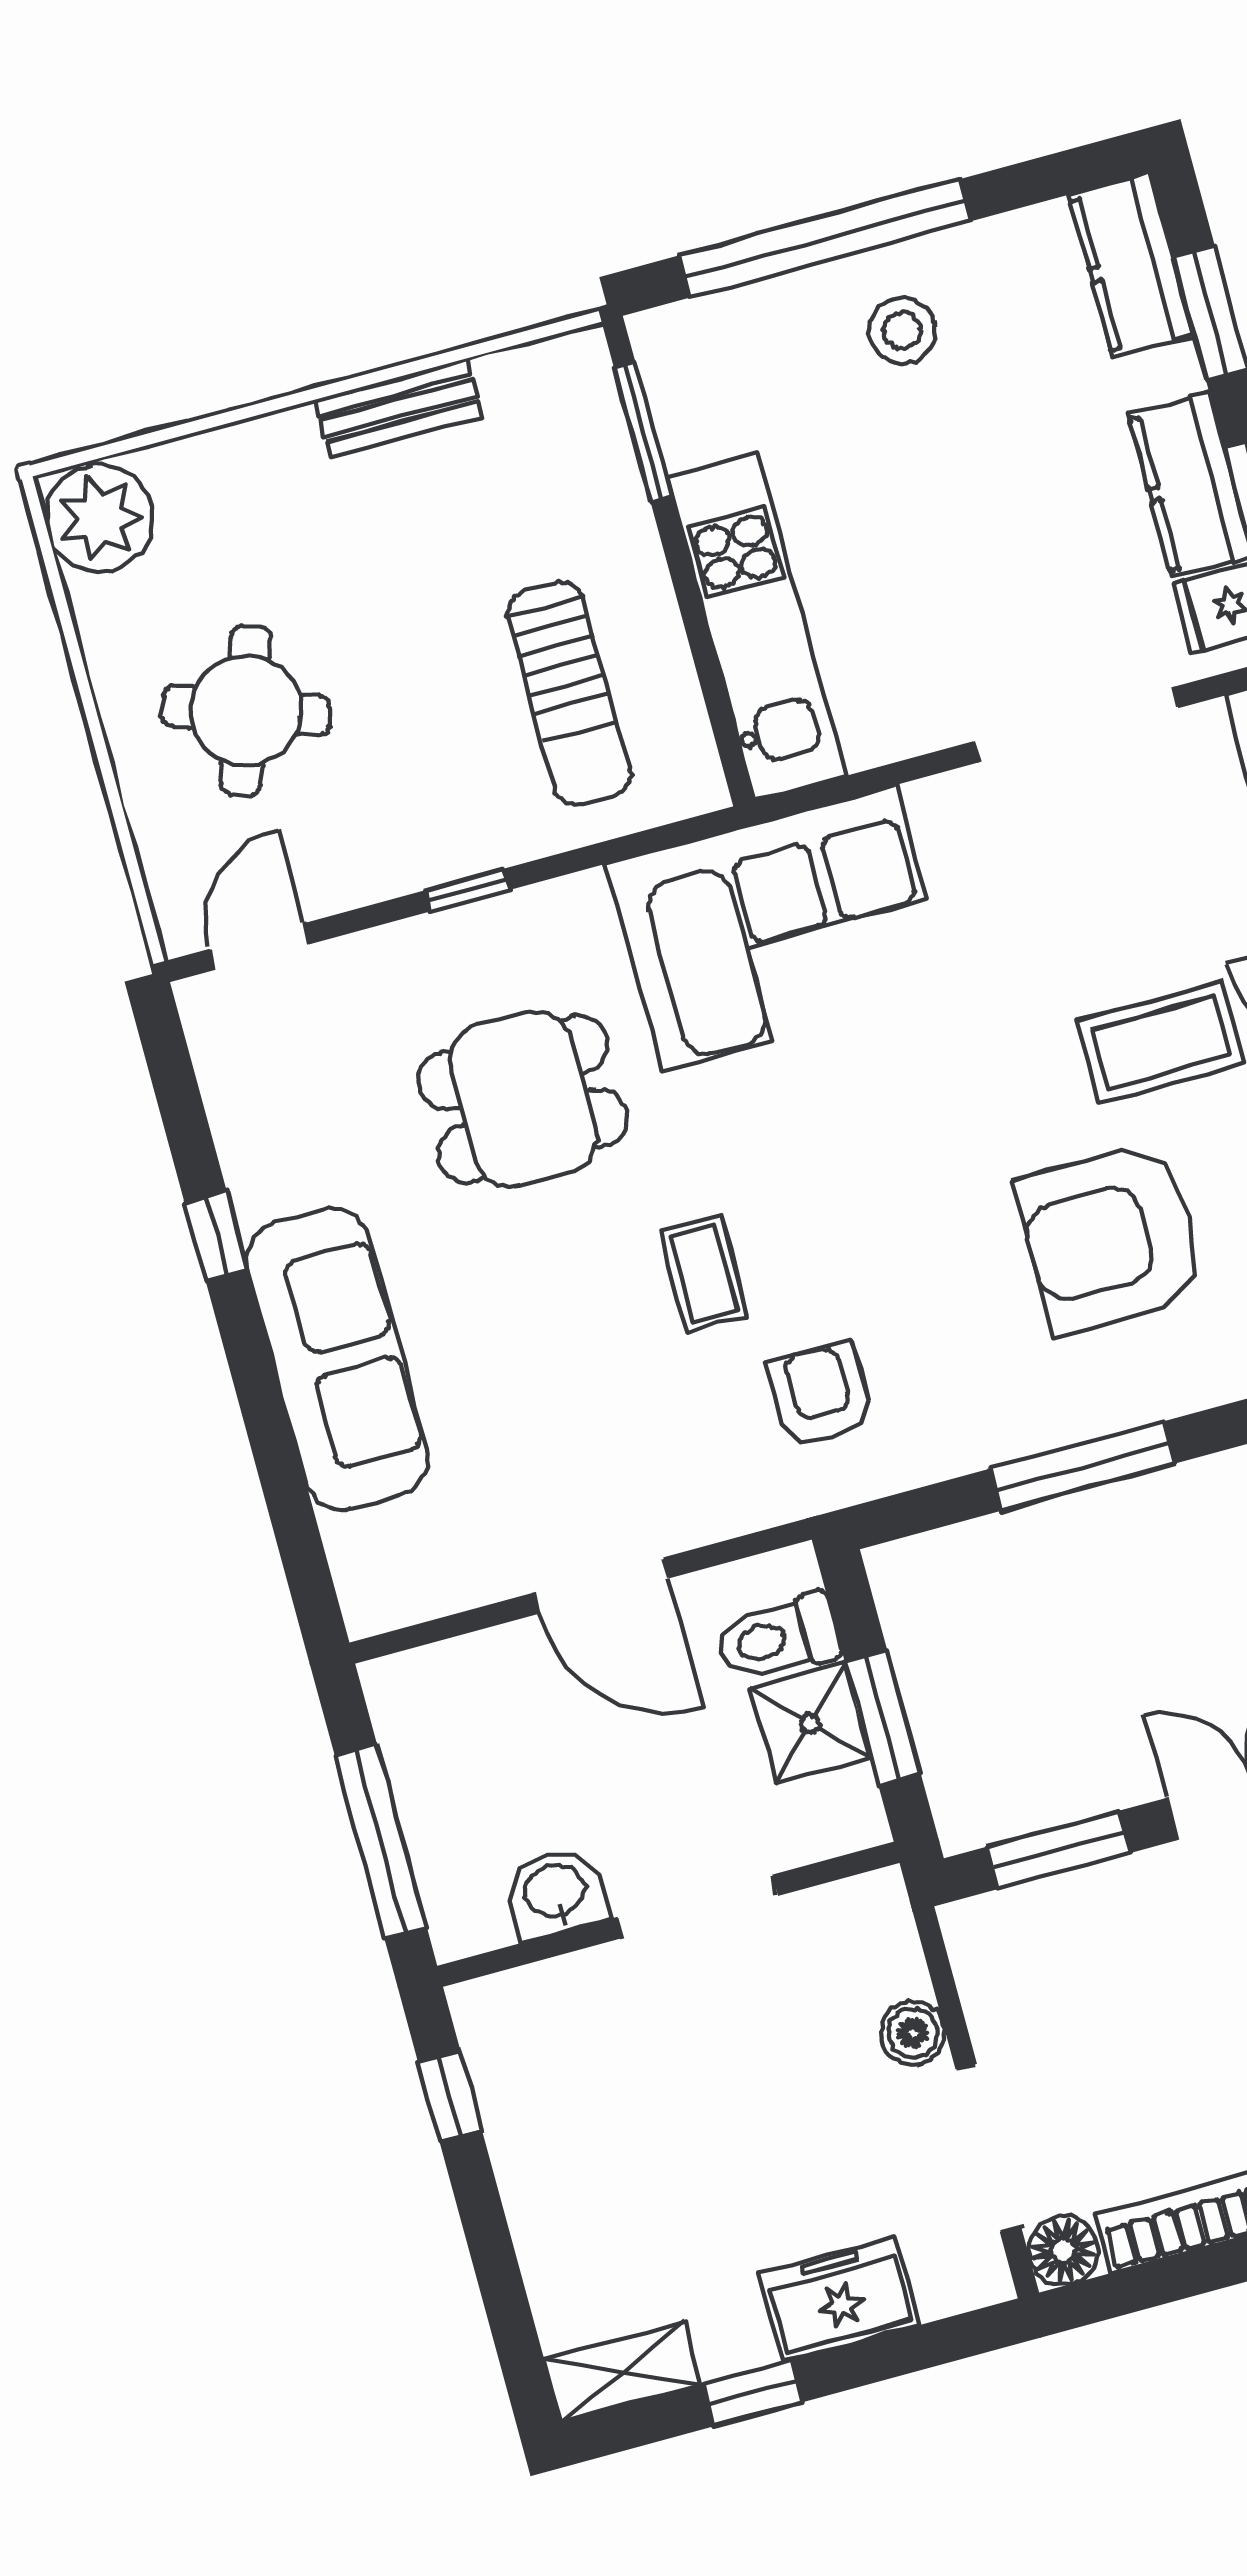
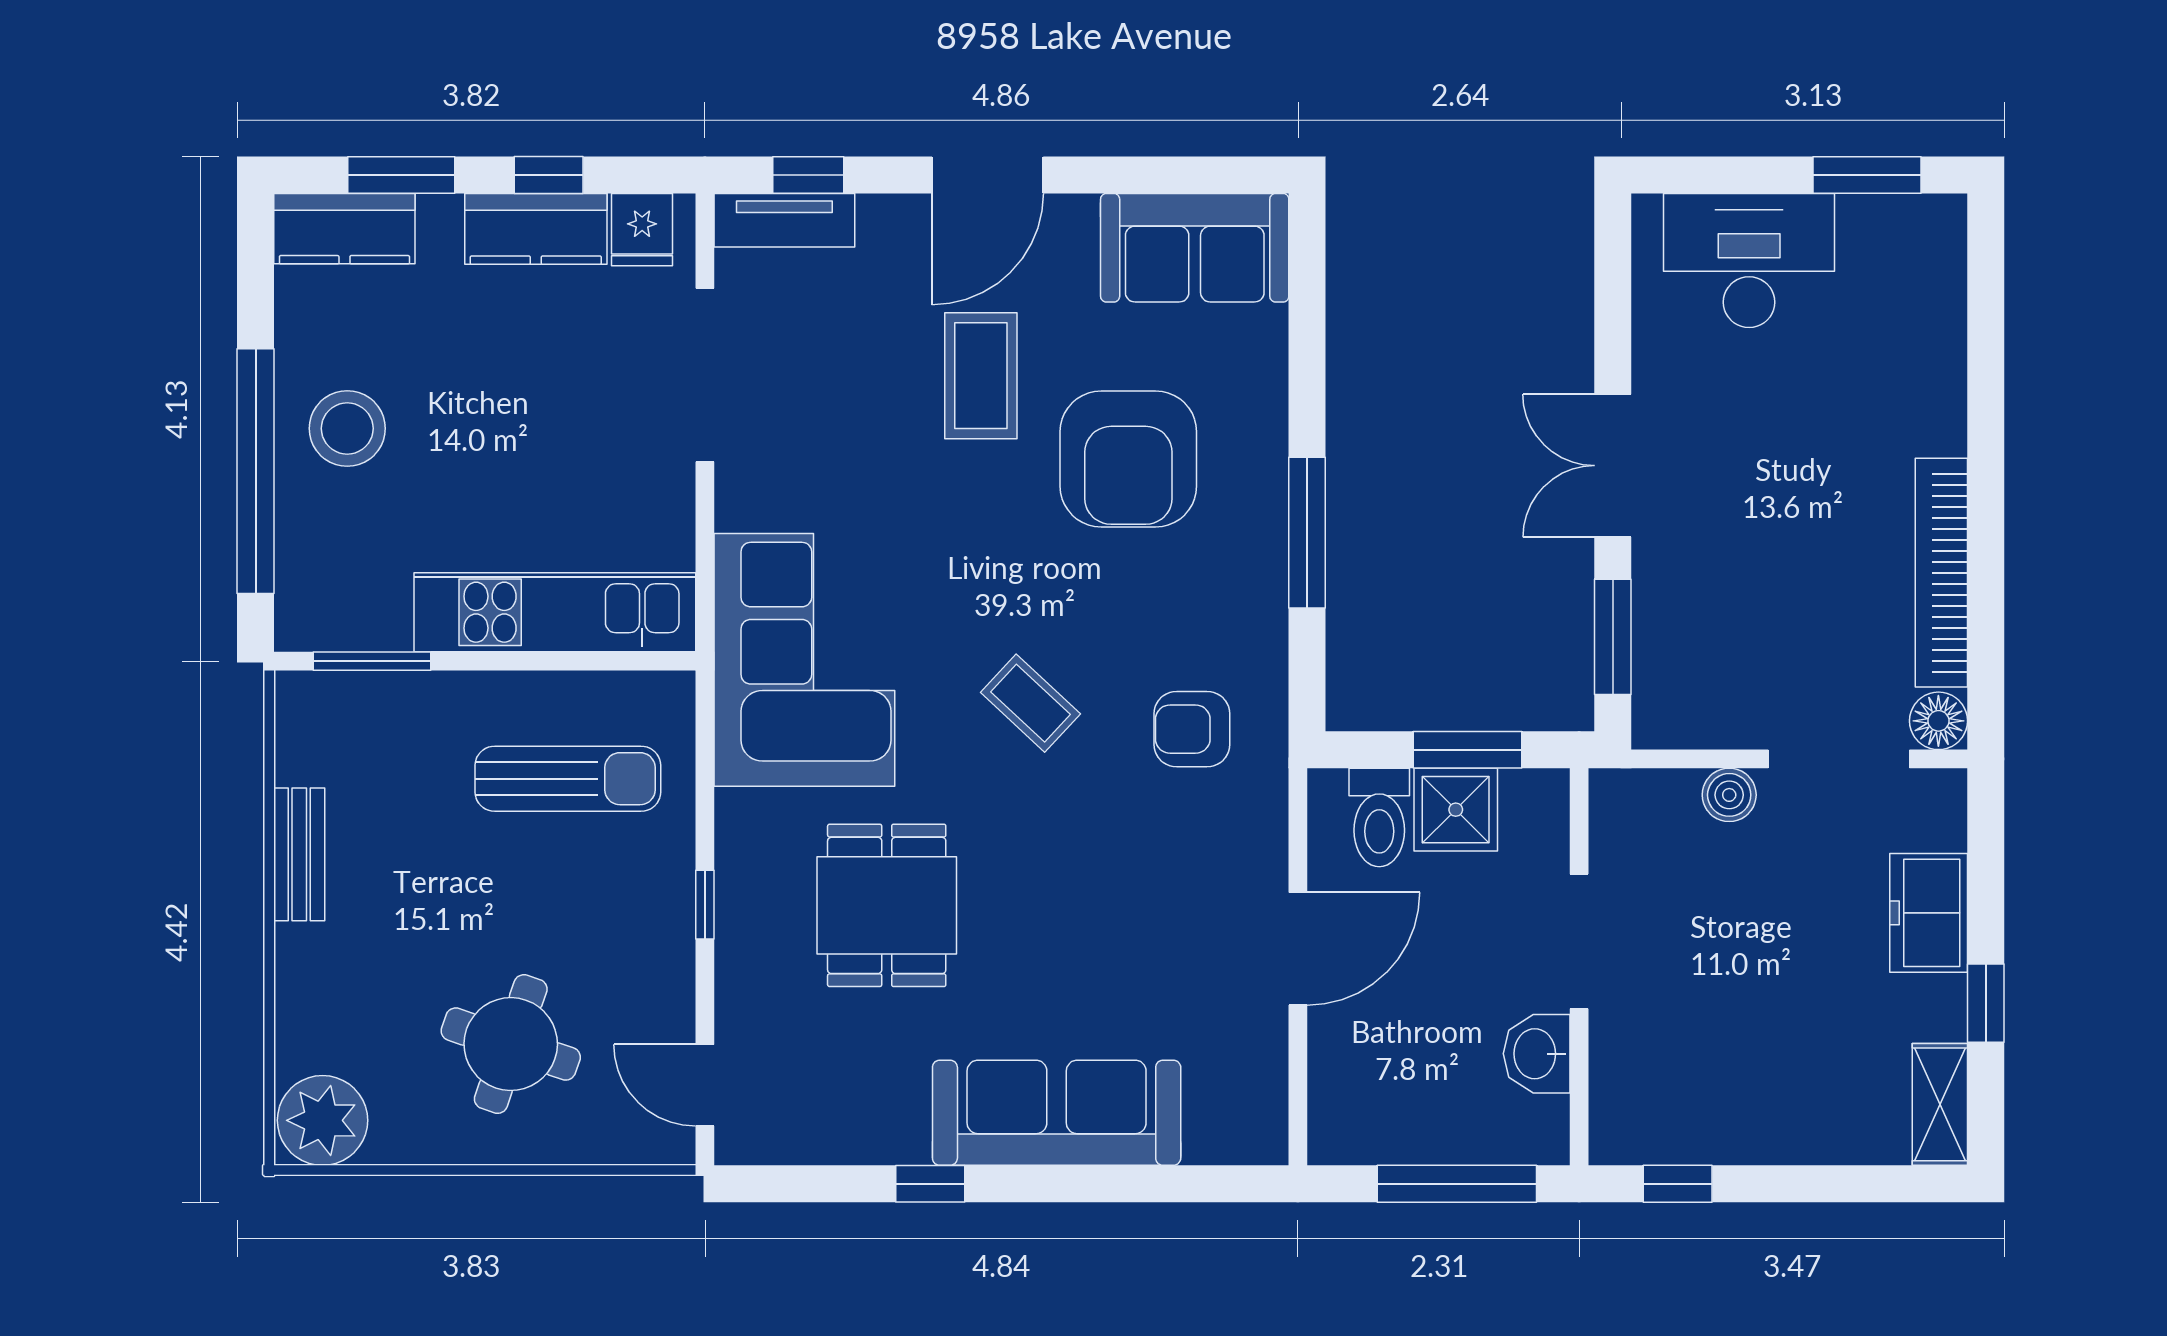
stool: (902, 331) -> (347, 428), width x1.38, depth x1.38
coffee table: (704, 1273) -> (1030, 703), moved, turned 43

